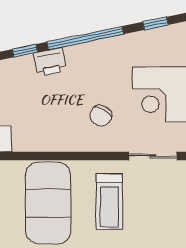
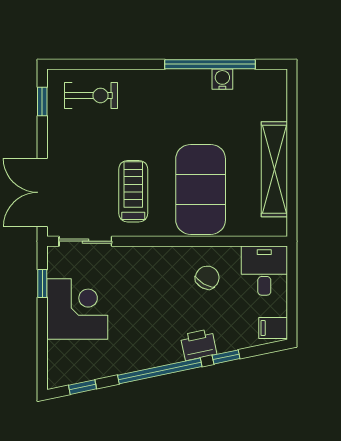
chair: (101, 116) -> (207, 278), moved

